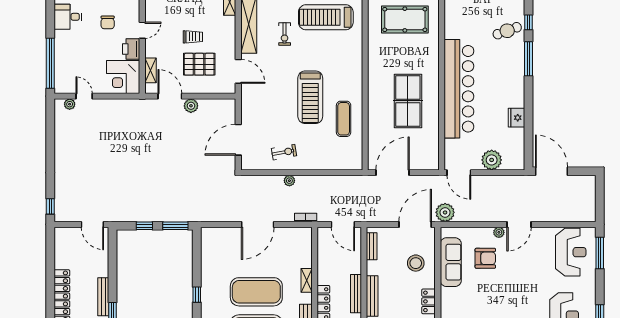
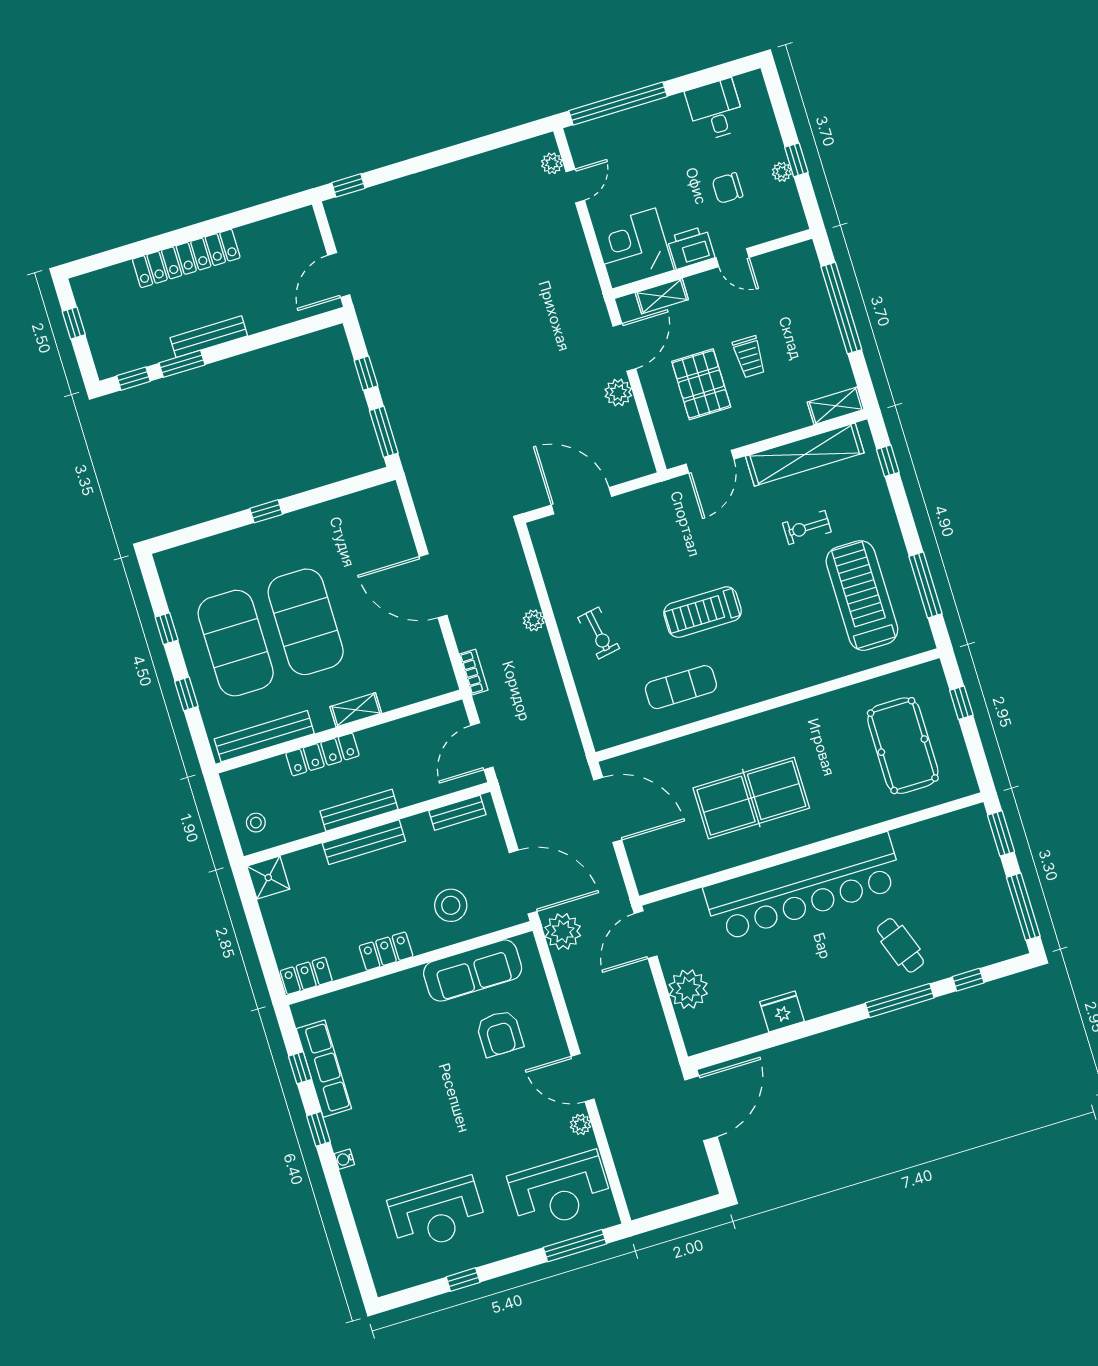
cafe table: (507, 31) -> (900, 945), moved
treadmill: (310, 97) -> (703, 612), width x0.73, depth x0.73
exercise bike: (284, 152) -> (599, 633), moved
plant: (499, 232) -> (580, 1124), moved

